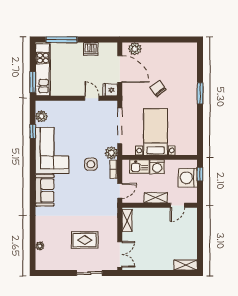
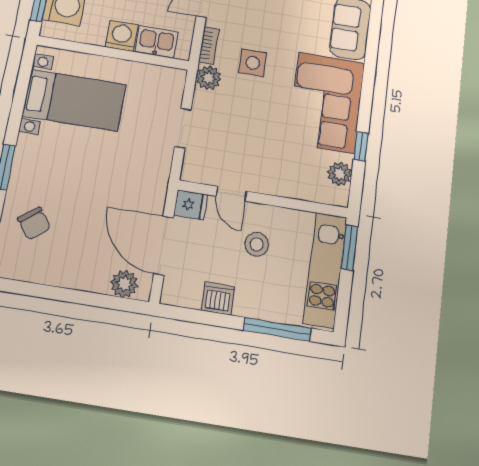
stool: (76, 76) -> (257, 244), added
chair: (158, 88) -> (34, 223), moved
doorway: (120, 126) -> (183, 128), width x0.53
bed with nightstands: (155, 132) -> (74, 100), moved, turned -90

